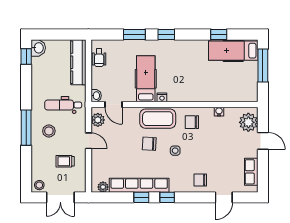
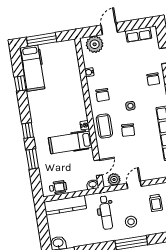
coffee table: (158, 119) -> (104, 126), width x0.73, depth x0.76

